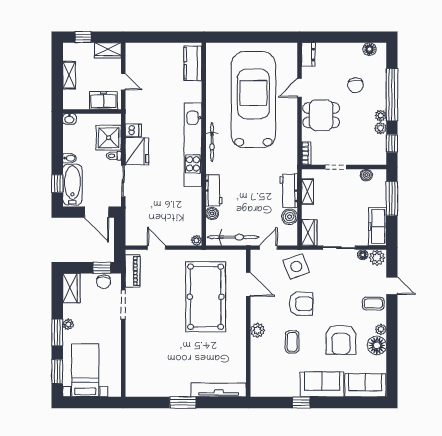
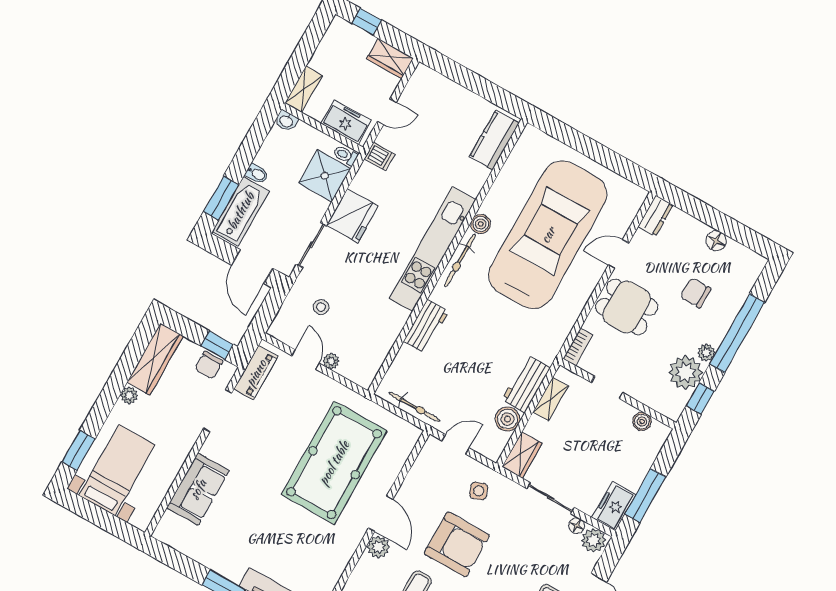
floor lamp: (369, 49) -> (716, 241), moved
shelving: (69, 75) -> (304, 89), moved
door: (123, 82) -> (387, 112), hinge flipped
chair: (356, 85) -> (696, 293), turned 90
plant: (380, 128) -> (686, 372), width x1.87, depth x1.87
dishwasher: (133, 130) -> (379, 156), moved
toilet: (114, 156) -> (345, 155), moved
window: (57, 183) -> (221, 198), width x1.50
window: (392, 198) -> (645, 496), moved
stool: (149, 213) -> (321, 307), added
boiler: (212, 213) -> (481, 224), moved
freezer: (378, 226) -> (614, 506), width x0.71
bicycle: (233, 237) -> (414, 407), width x0.73, depth x0.71
plant: (196, 240) -> (331, 361), moved
side table: (296, 266) -> (479, 491), width x0.54, depth x0.54
door: (248, 284) -> (381, 514), moved
wardrobe: (71, 288) -> (155, 359), width x1.50
armchair: (301, 304) -> (457, 544), width x1.36, depth x1.36
window: (57, 332) -> (108, 398), removed
sofa: (137, 355) -> (198, 489), added

